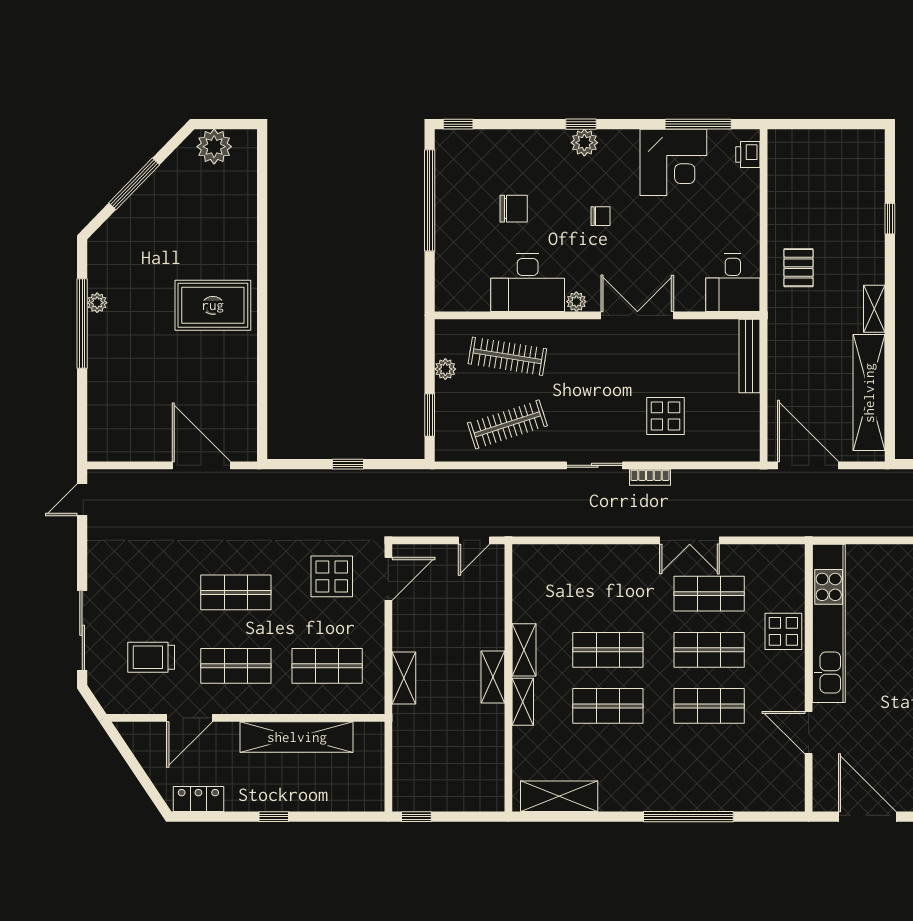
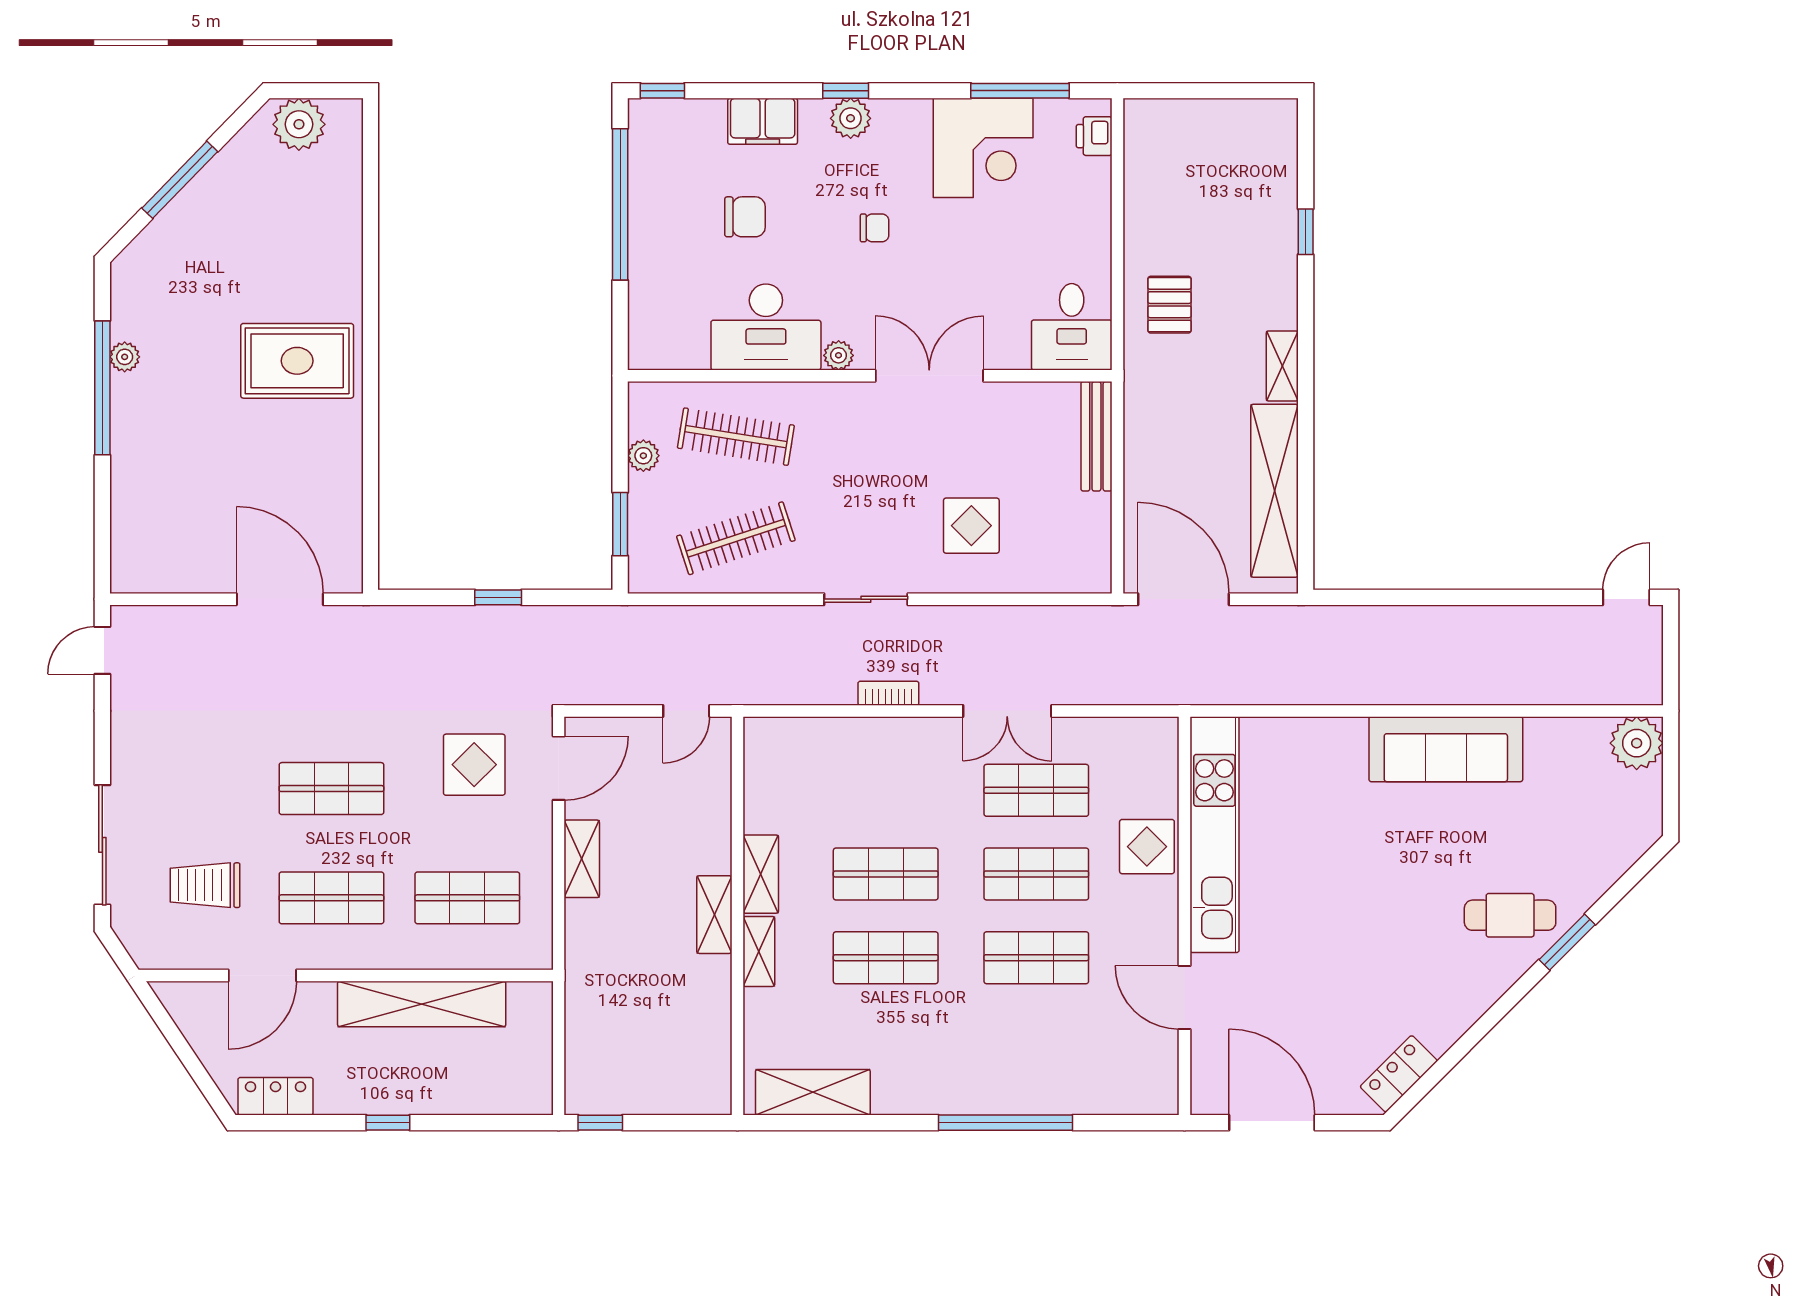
filing cabinet: (525, 145) -> (763, 121), added
bookcase: (650, 477) -> (888, 693), moved, turned 180
shelving: (404, 678) -> (582, 859), moved

